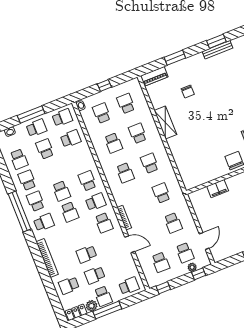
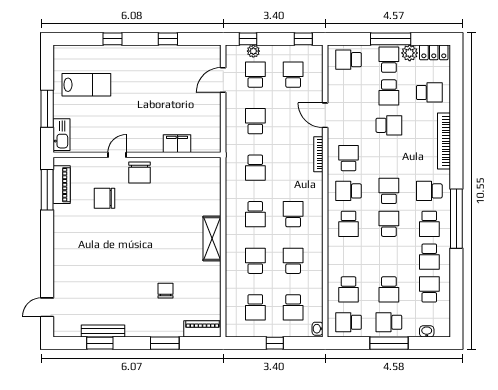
shelving: (165, 122) -> (212, 238), moved
school desk: (138, 133) -> (255, 261), turned 180
school desk: (71, 139) -> (348, 289), turned -90
school desk: (95, 275) -> (389, 92), turned 90

